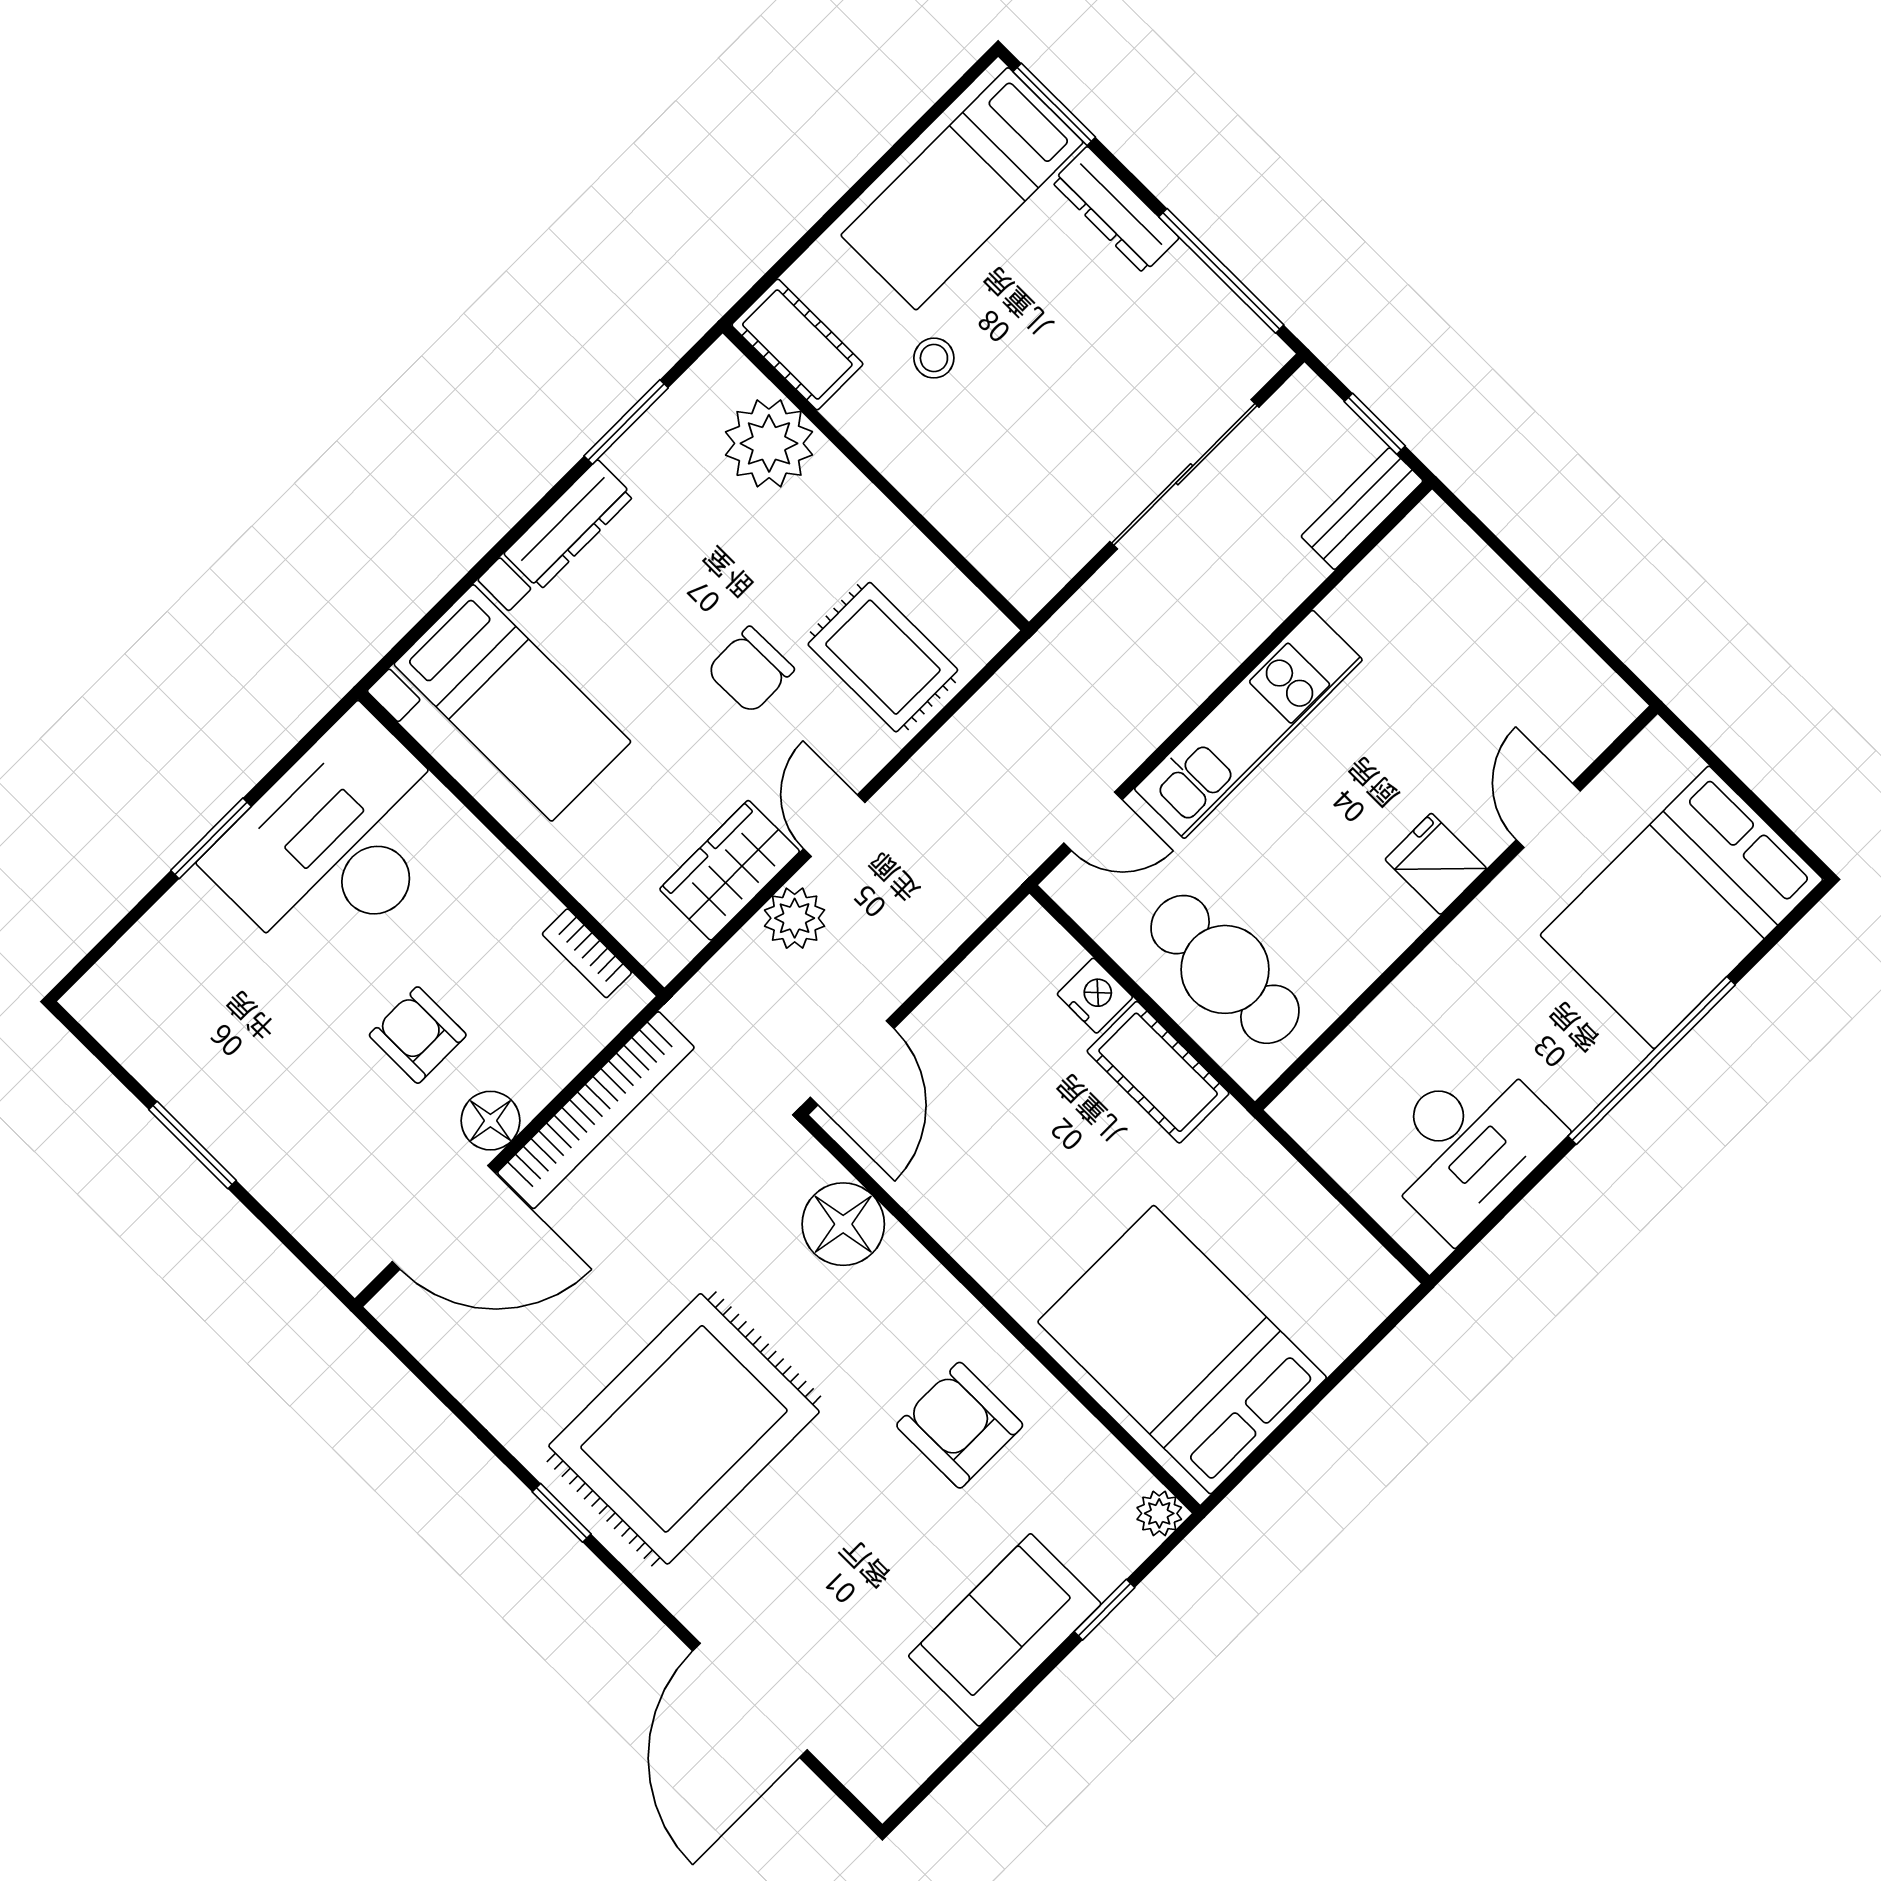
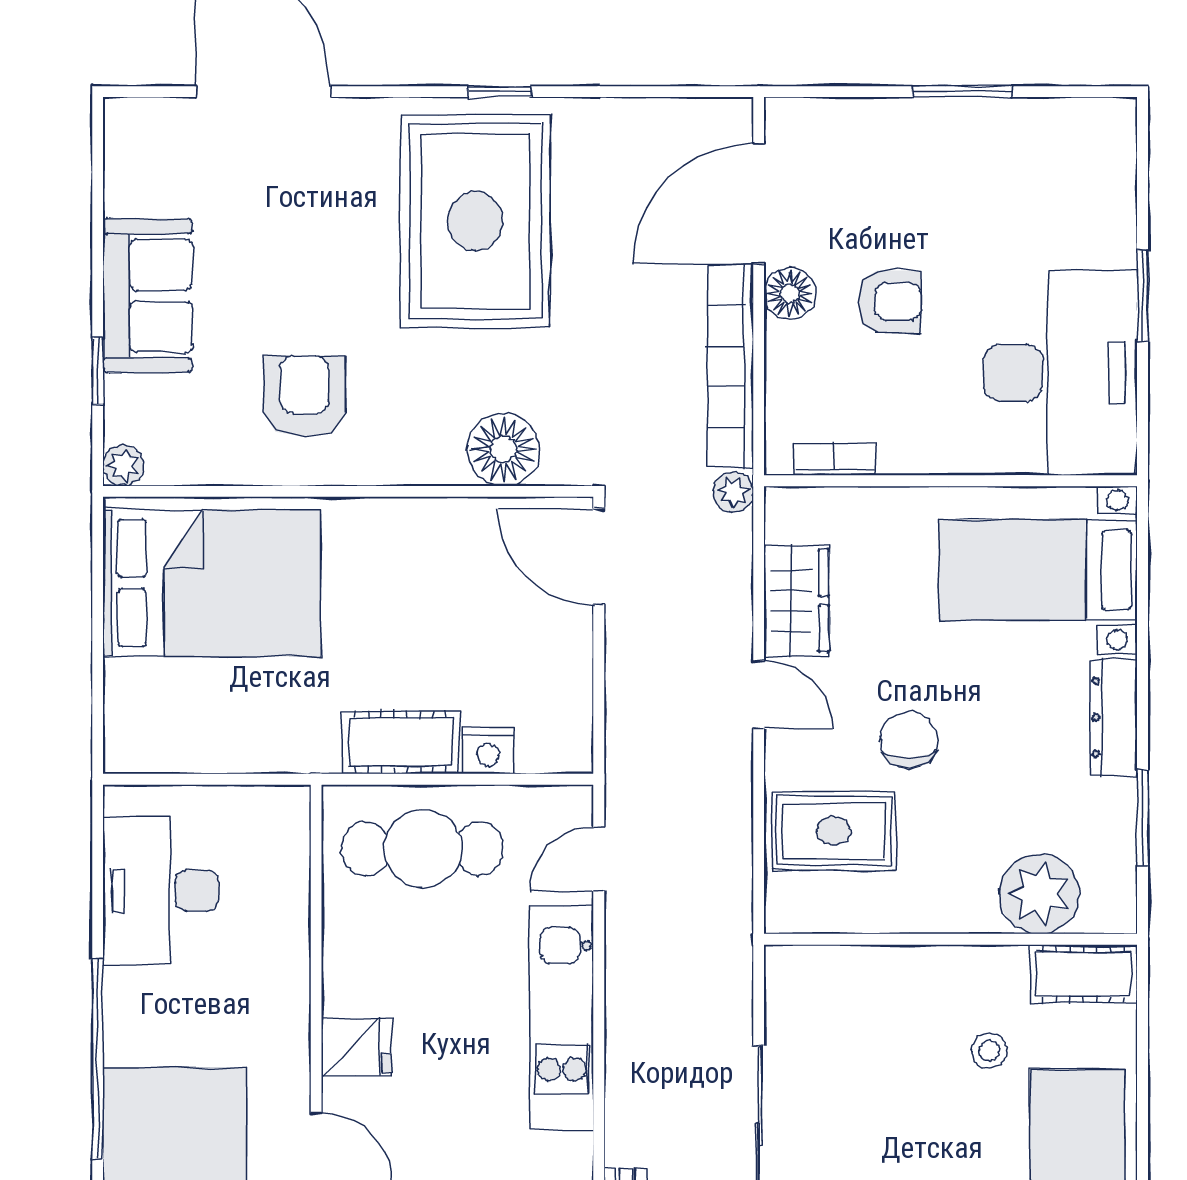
plant: (795, 918) -> (733, 492), moved, width x0.73, depth x0.73
armchair: (960, 1425) -> (304, 396), turned -90

